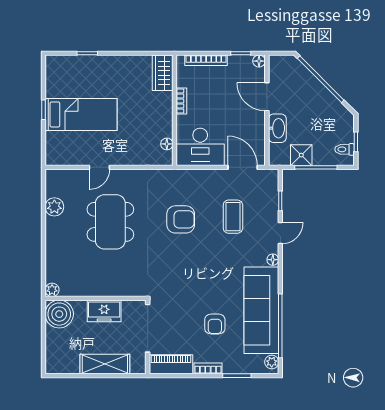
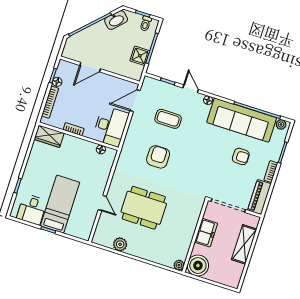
floor lamp: (259, 61) -> (57, 82), moved
desk: (63, 81) -> (32, 209), added
washbasin: (277, 128) -> (116, 20), moved, turned 135

